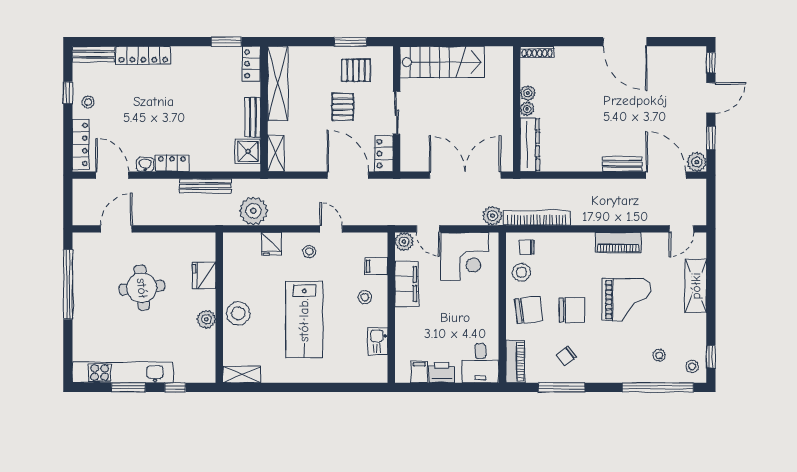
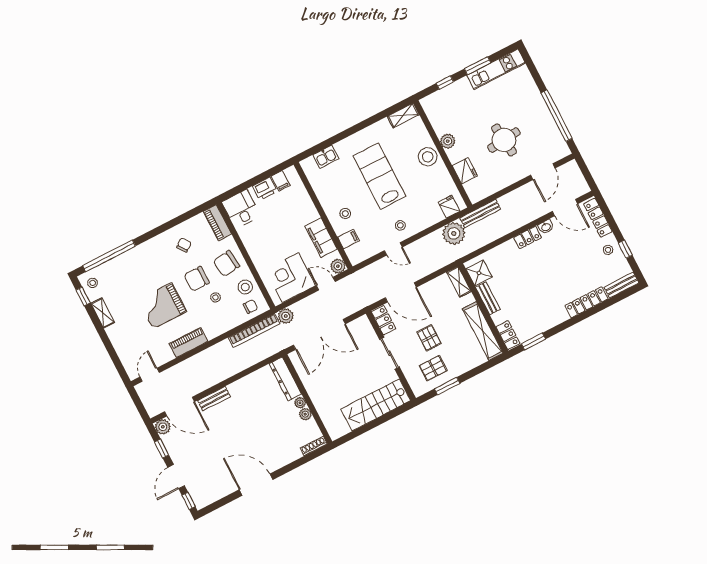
bench: (205, 186) -> (480, 214), moved
fridge: (272, 244) -> (449, 207), moved
shelving: (696, 286) -> (103, 313), moved, width x0.67, depth x0.75
kitchen sink: (378, 341) -> (326, 157), moved, turned 90
stool: (659, 355) -> (216, 297), moved
kitchen unit: (123, 372) -> (496, 69), width x0.73
window: (561, 387) -> (176, 221), removed

